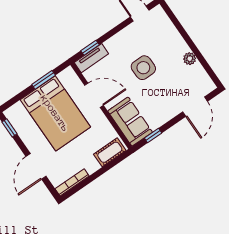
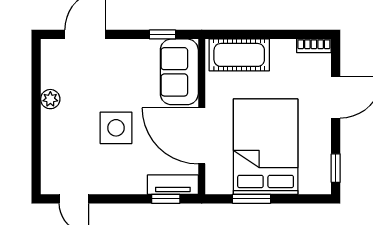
door: (94, 95) -> (202, 136), width x1.36
cot: (110, 152) -> (239, 55), width x1.37, depth x1.34
bookcase: (72, 182) -> (314, 46), width x0.64

